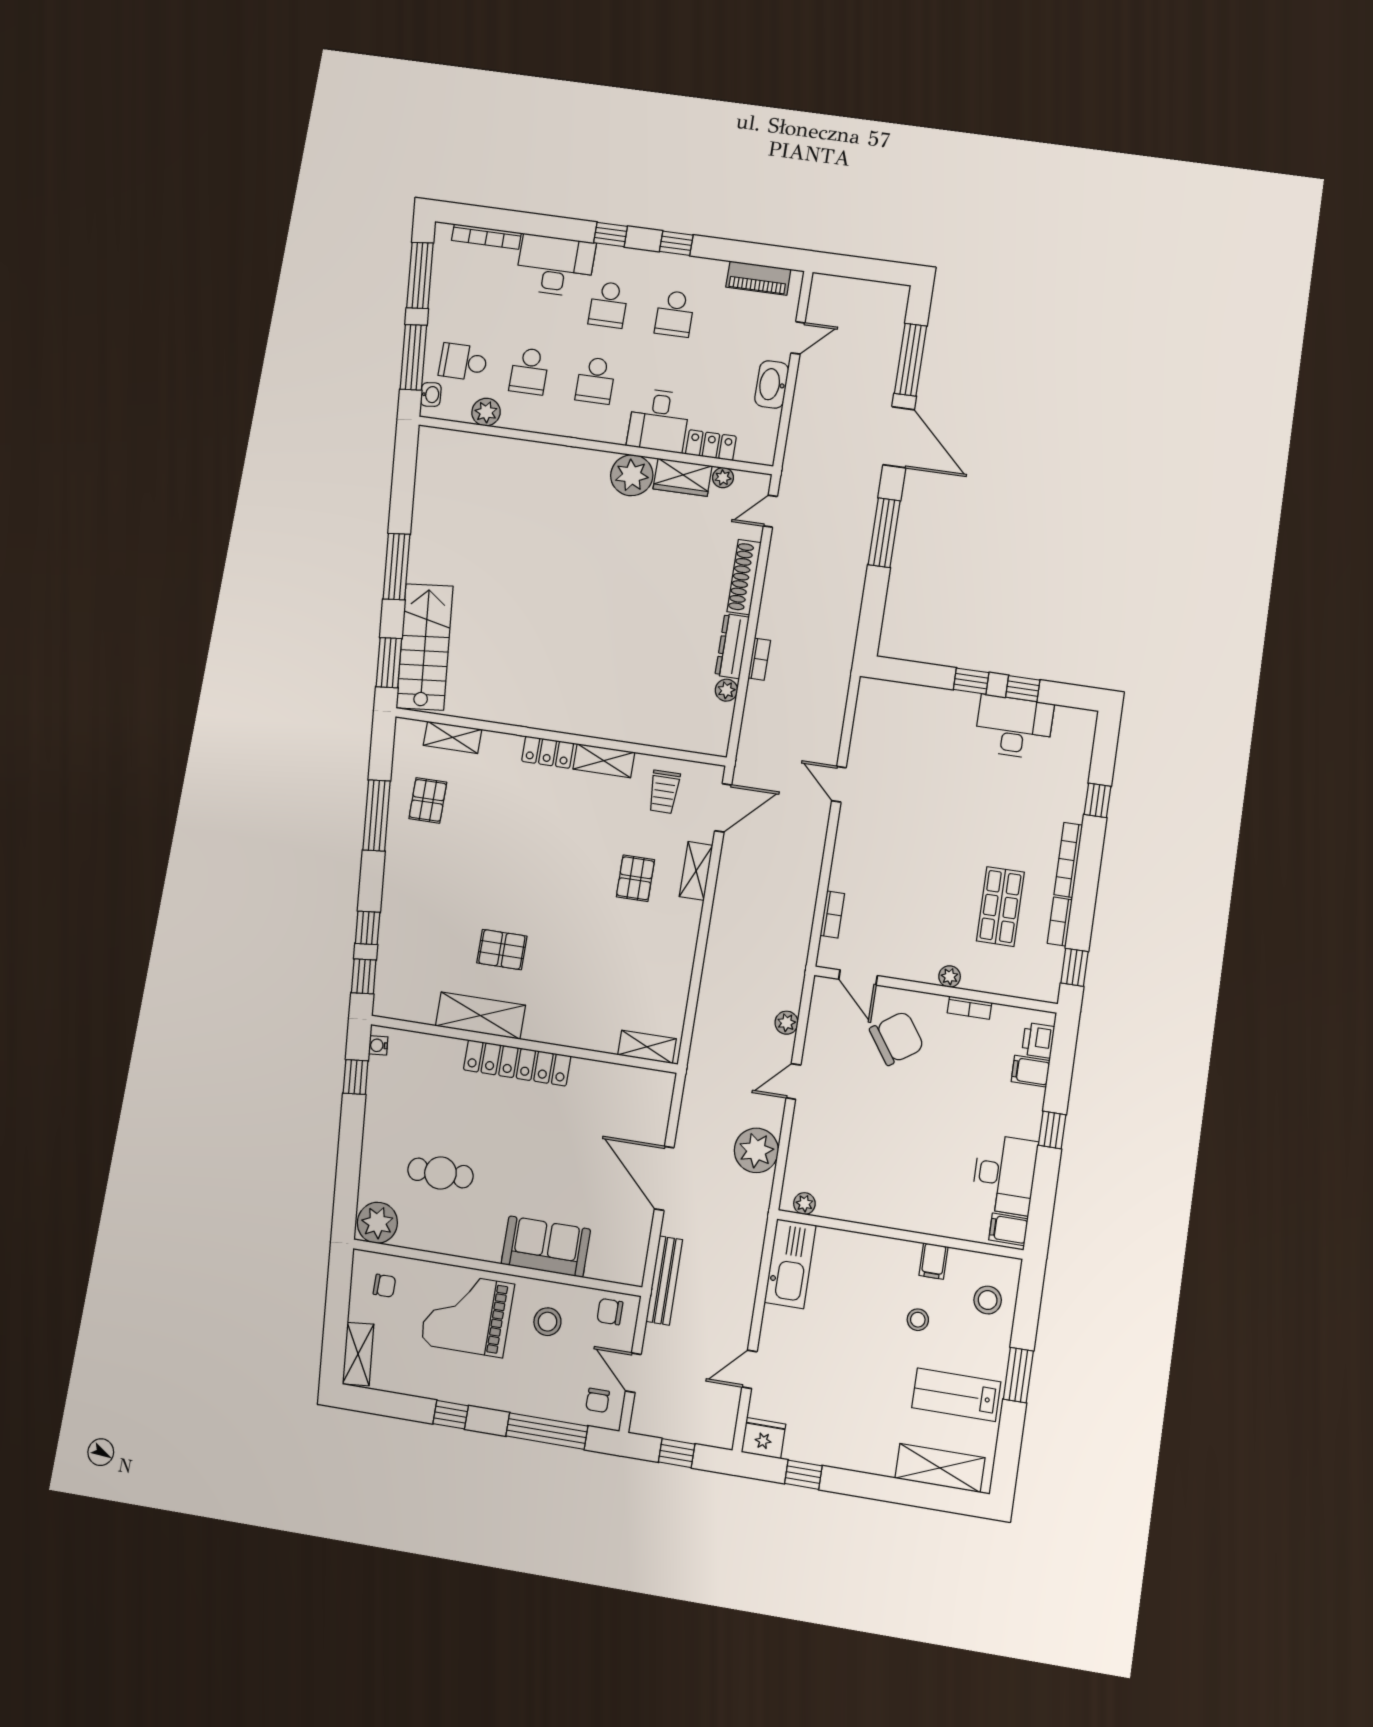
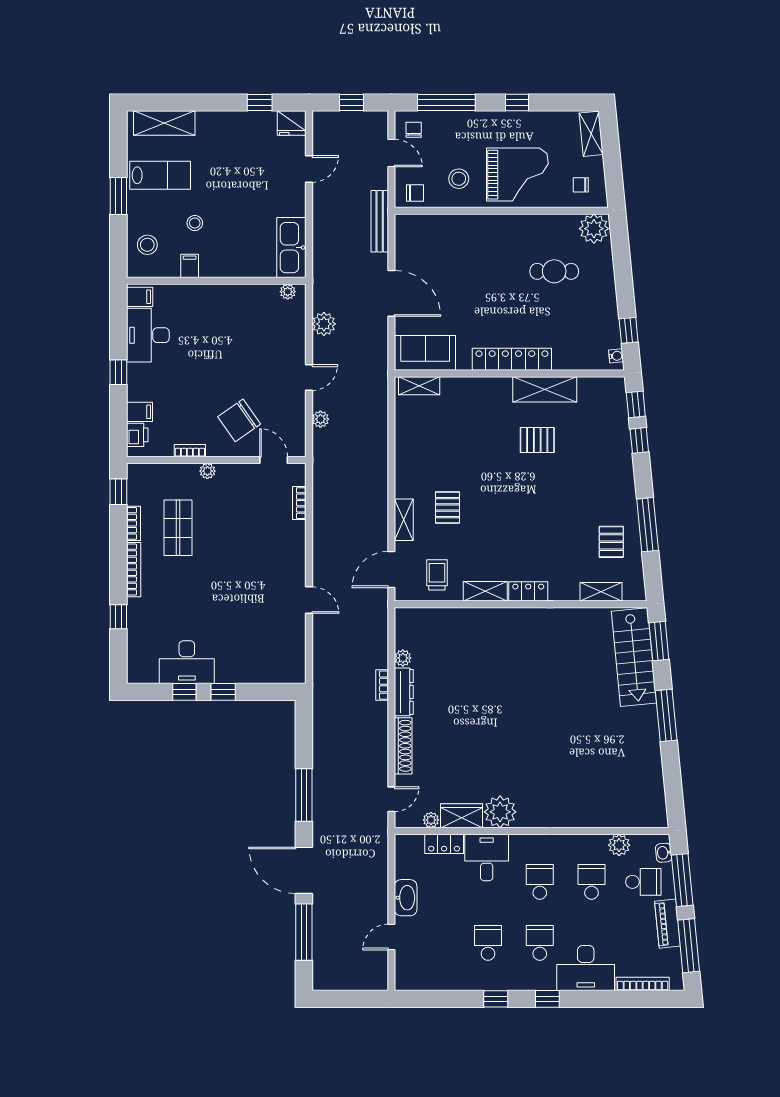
piano: (758, 278) -> (668, 924), moved, turned -96
plant: (756, 1150) -> (324, 324), width x0.73, depth x0.73
sofa: (546, 1247) -> (425, 353), moved, turned 180

